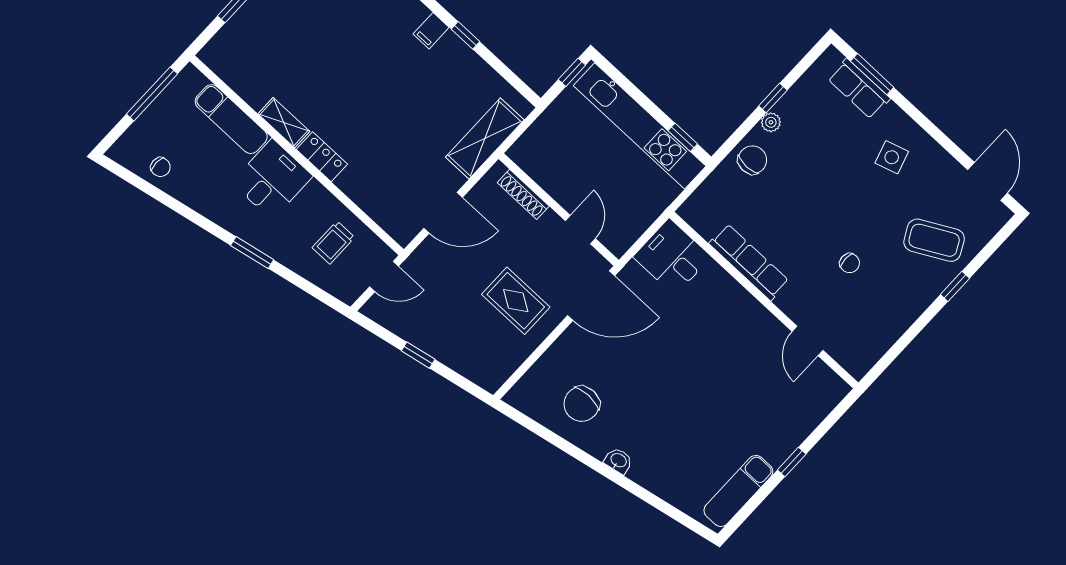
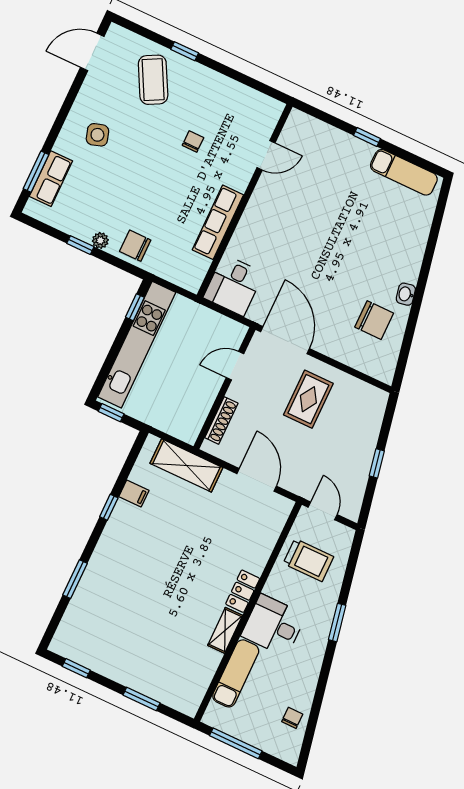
filing cabinet: (431, 31) -> (134, 493), moved
trolley: (333, 243) -> (308, 560), width x1.36, depth x1.39
washbasin: (618, 461) -> (406, 294), moved

